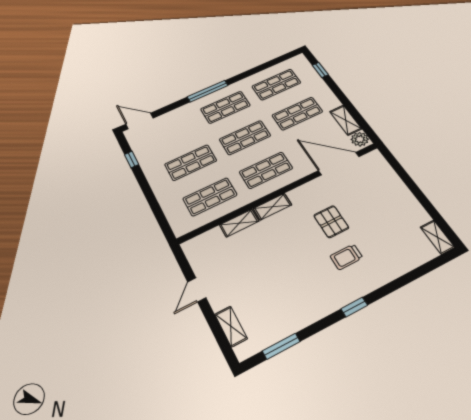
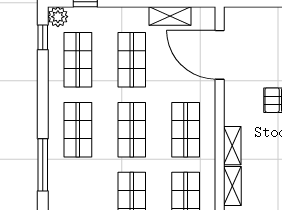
window: (279, 60) -> (43, 37), added
window: (208, 91) -> (43, 165), moved
plant: (360, 139) -> (58, 17), moved
door: (339, 164) -> (220, 55), hinge flipped

